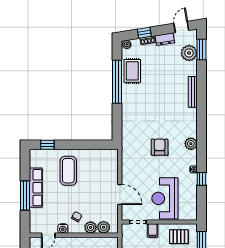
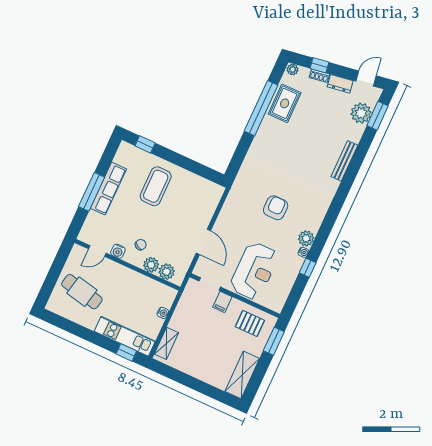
plant: (191, 144) -> (306, 238), moved
reception desk: (165, 198) -> (254, 271), turned 180

